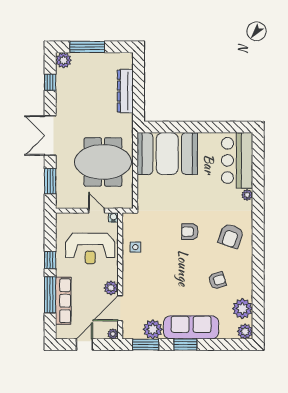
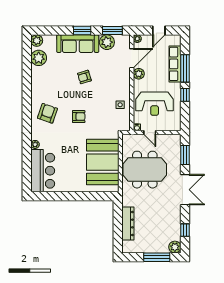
booth: (167, 154) -> (103, 162), moved, turned 90
reception desk: (90, 248) -> (155, 104), turned 180
armchair: (217, 280) -> (84, 77), moved

